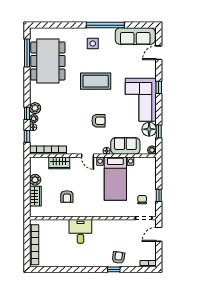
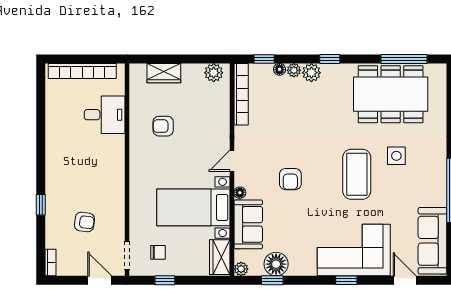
side table: (93, 44) -> (396, 156), moved
corner sofa: (141, 100) -> (354, 250), moved
window: (27, 113) -> (330, 59), moved
wardrobe: (59, 163) -> (220, 257), moved
plant: (35, 180) -> (214, 73), moved
desk: (80, 231) -> (105, 115), moved
armchair: (118, 258) -> (84, 222), moved

